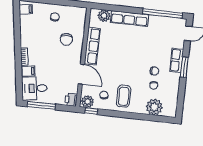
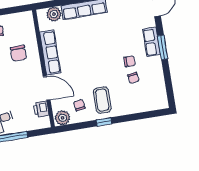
printer: (71, 100) -> (41, 109), moved
plant: (154, 107) -> (141, 103), removed
window: (91, 111) -> (104, 122), moved

